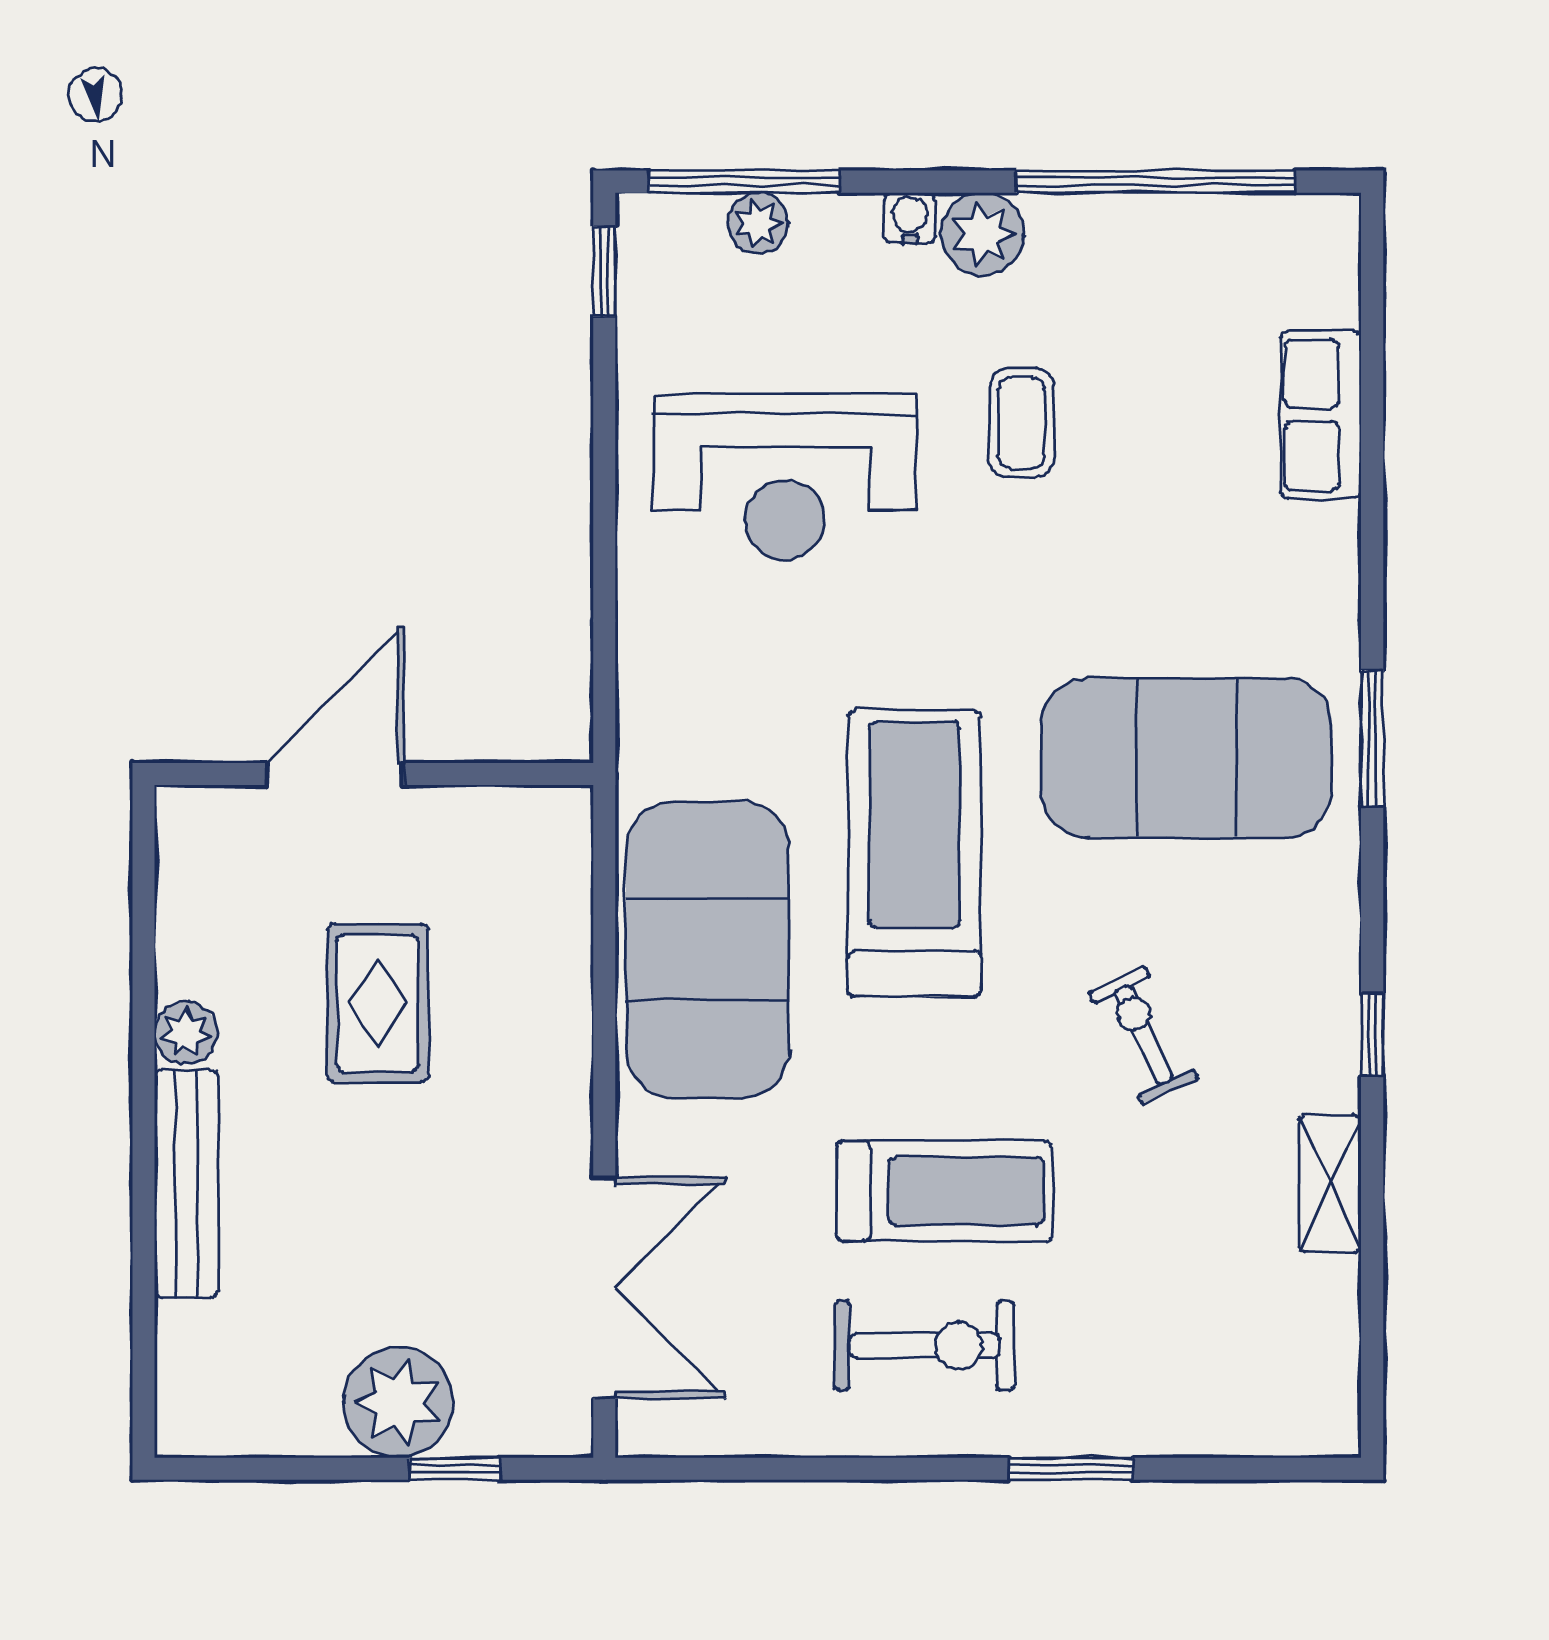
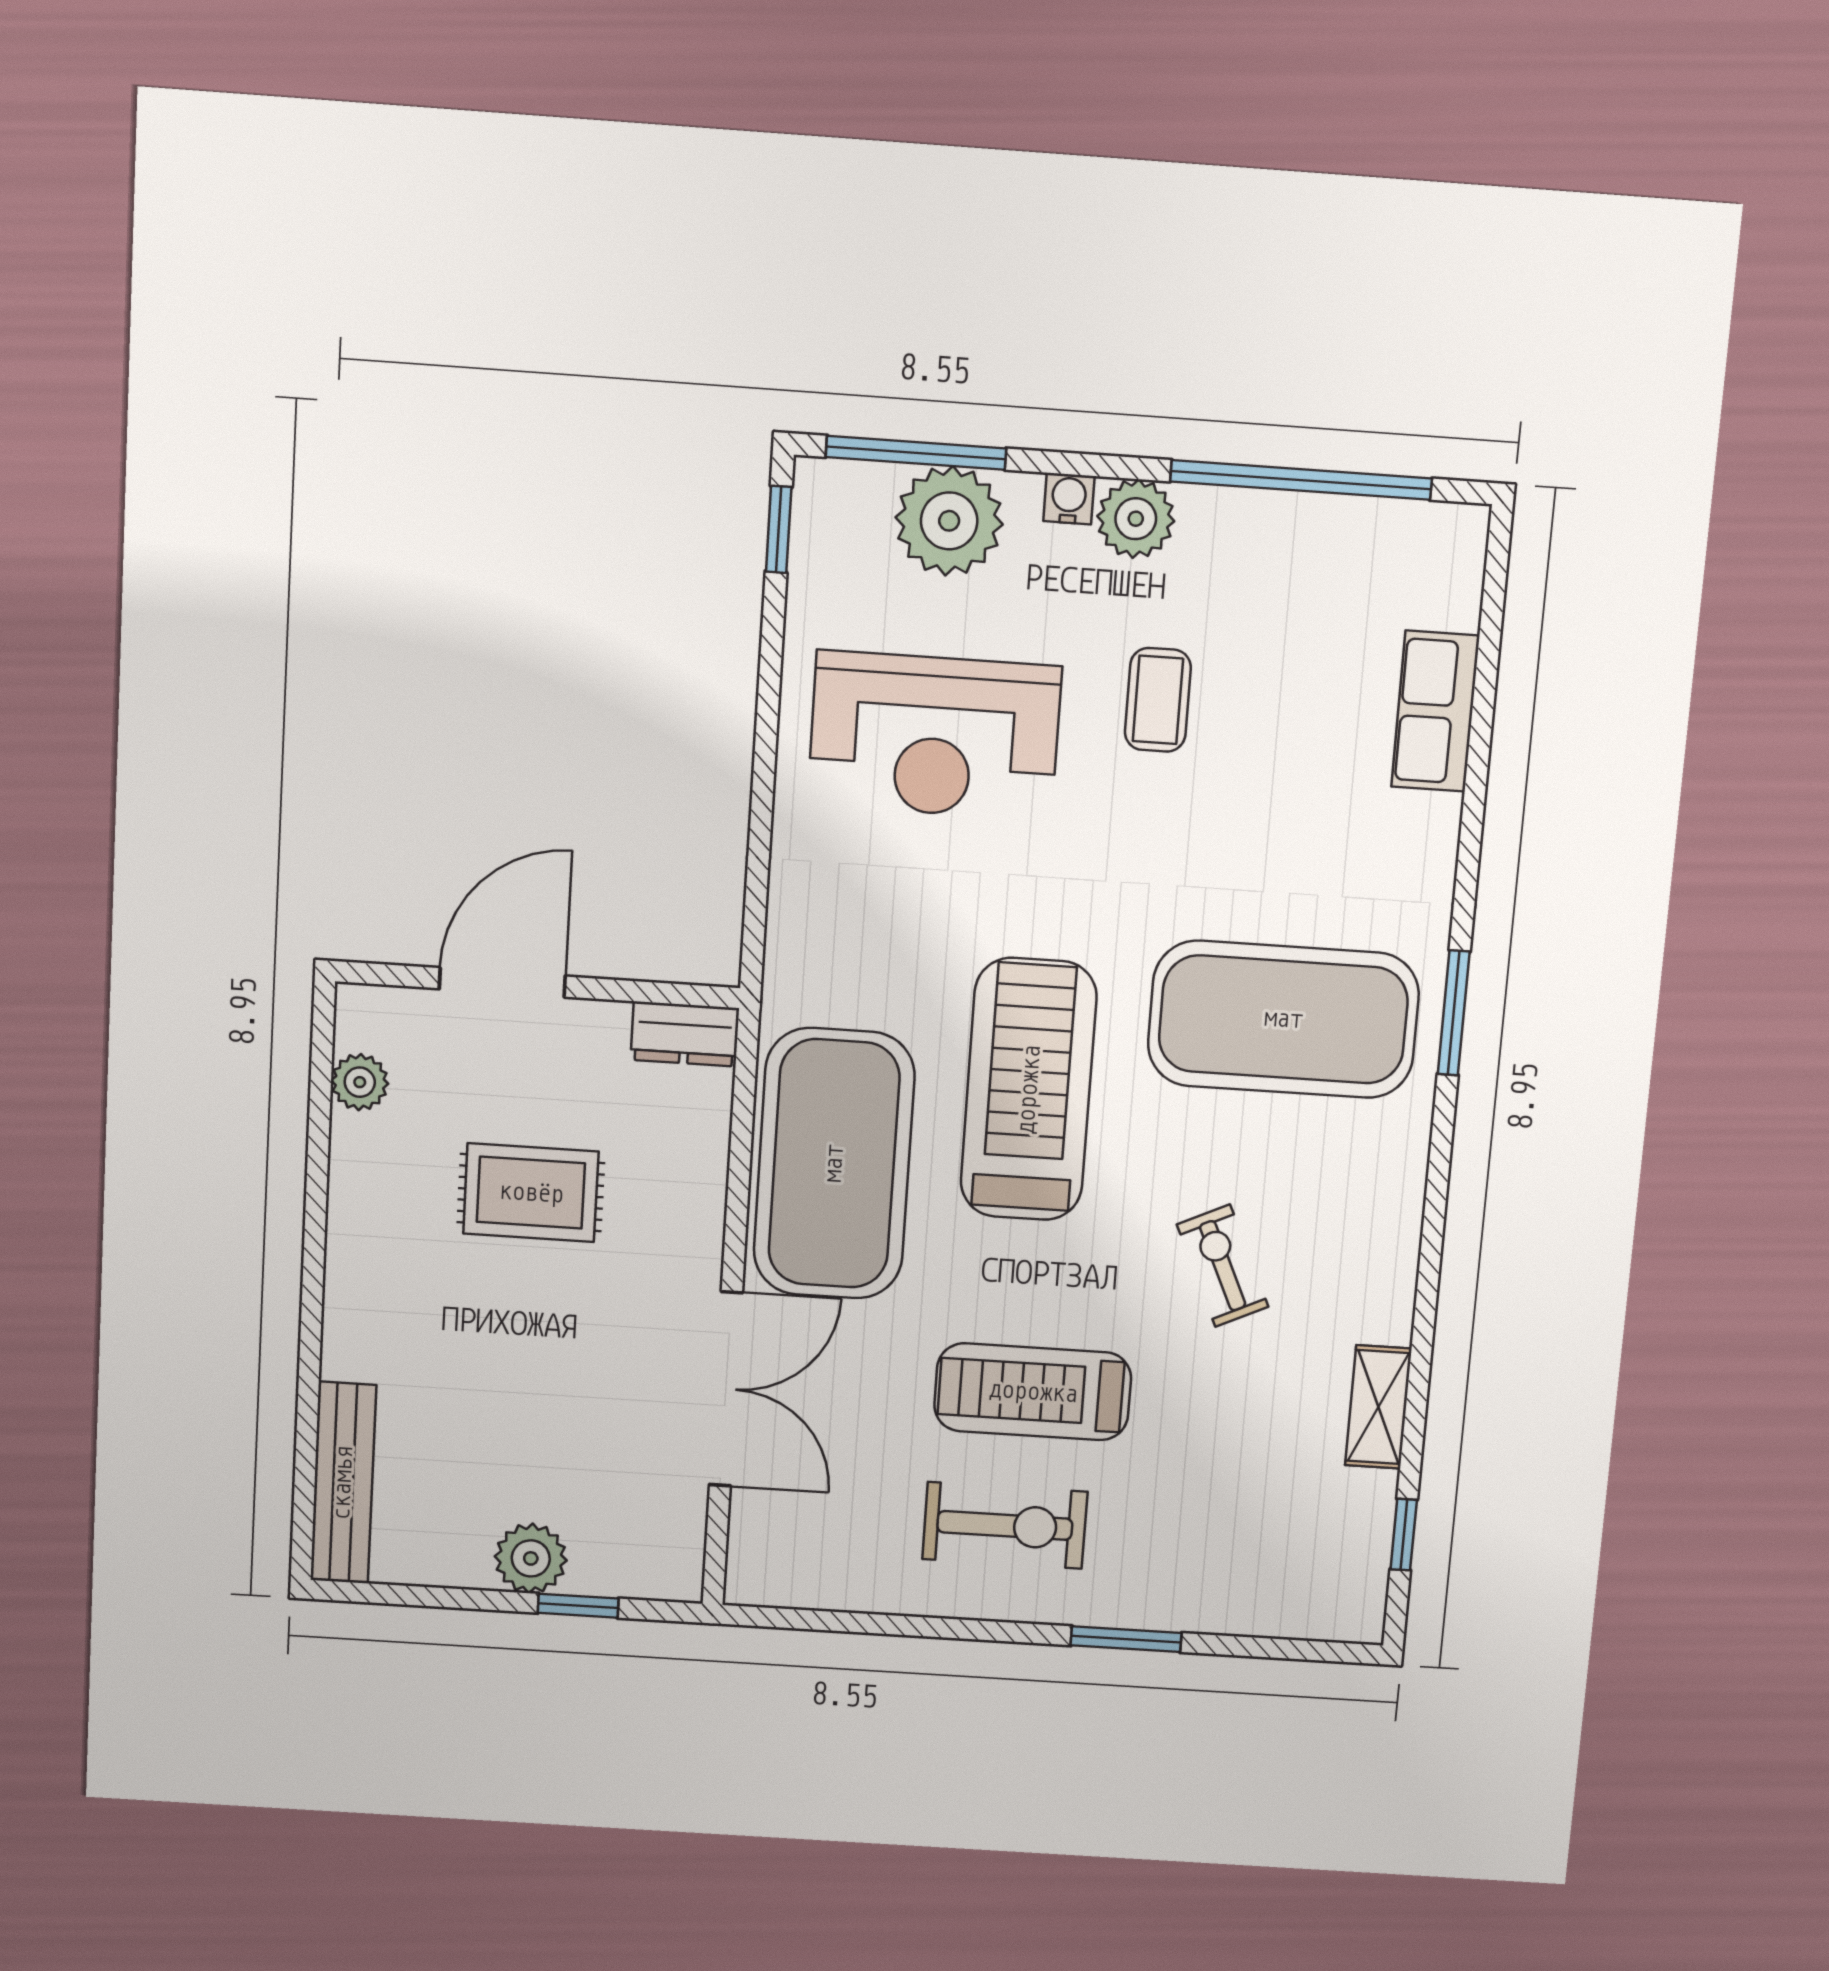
plant: (758, 223) -> (949, 521), width x1.88, depth x1.88
dresser: (536, 817) -> (685, 1034), added
rug: (378, 1003) -> (531, 1193), turned 90
plant: (186, 1033) -> (360, 1082), moved
window: (1372, 1035) -> (1404, 1535), moved
bench: (186, 1184) -> (343, 1483), moved
treadmill: (944, 1191) -> (1033, 1392), turned 180
double door: (604, 1288) -> (726, 1389), moved
plant: (398, 1403) -> (531, 1558), width x0.73, depth x0.73

